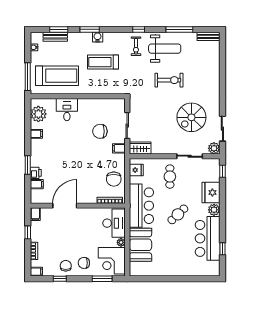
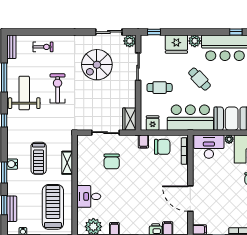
exercise bike: (136, 46) -> (43, 47), moved
shelving: (99, 89) -> (67, 163), added
spiral stairs: (191, 117) -> (97, 65), turned 90
filing cabinet: (119, 148) -> (143, 141), moved

